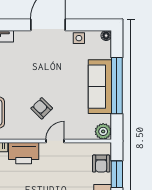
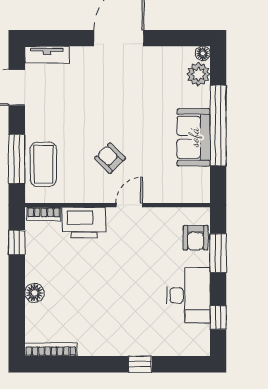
side table: (79, 38) -> (164, 57), removed
sofa: (100, 87) -> (194, 137), width x0.73
plant: (103, 131) -> (198, 74), moved

